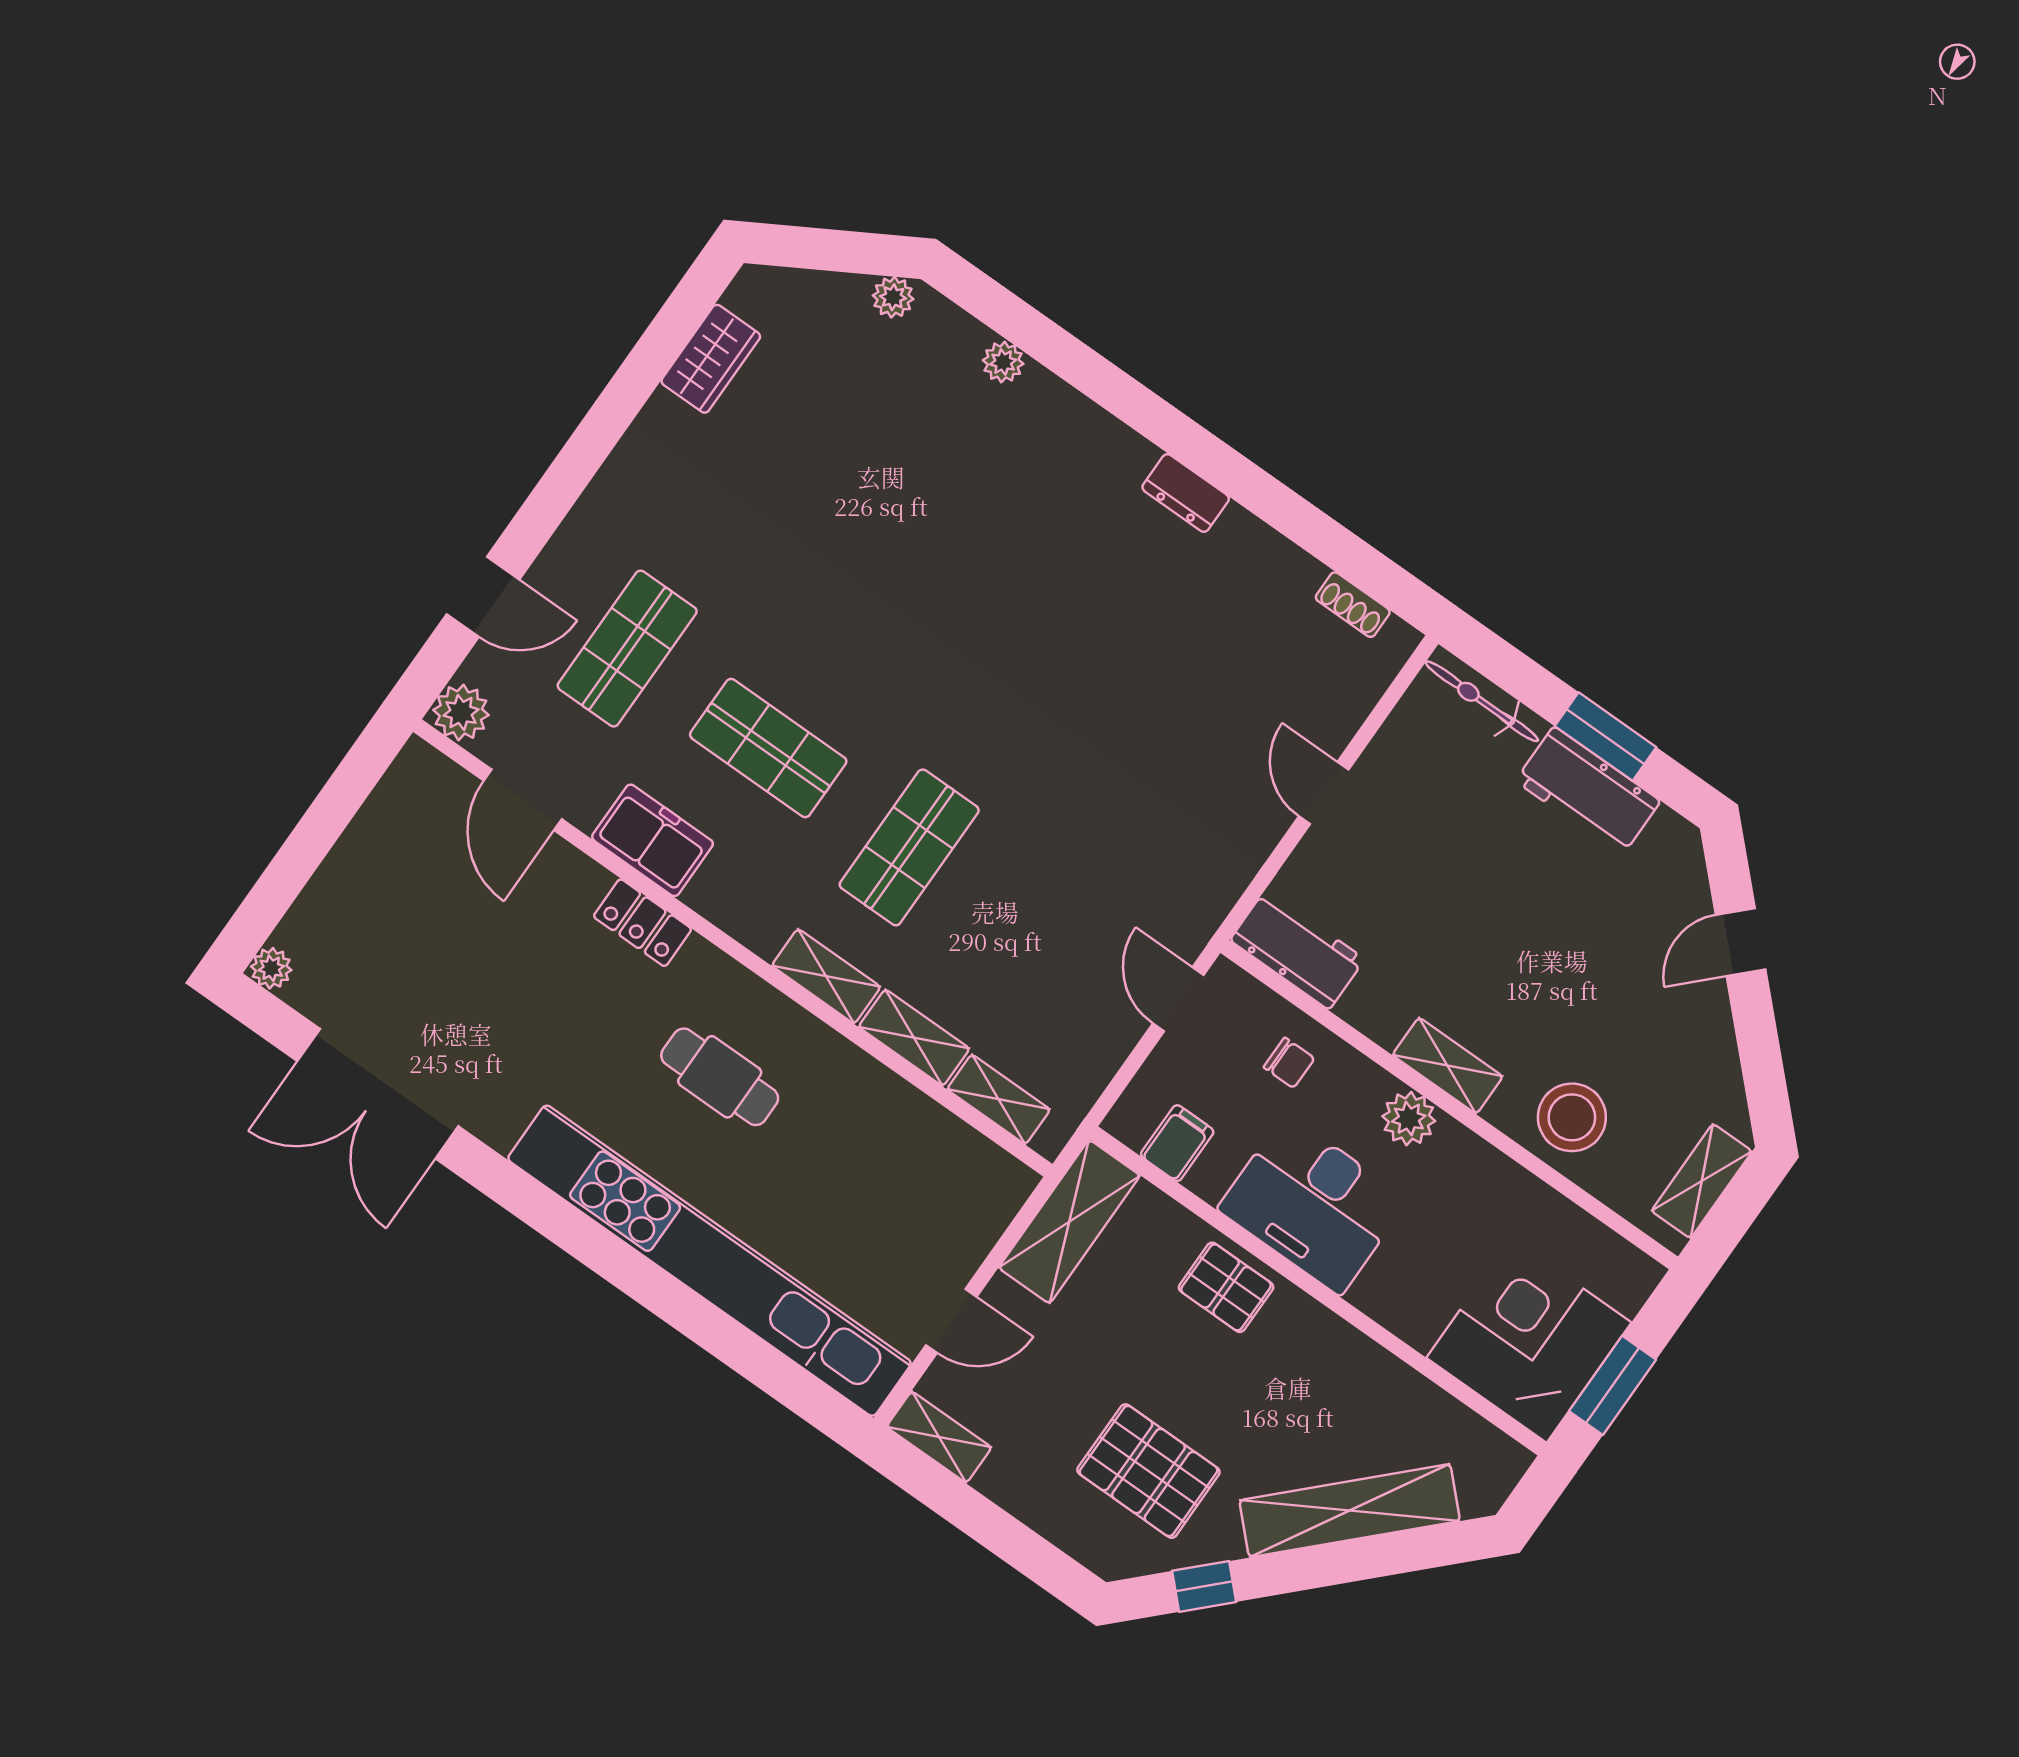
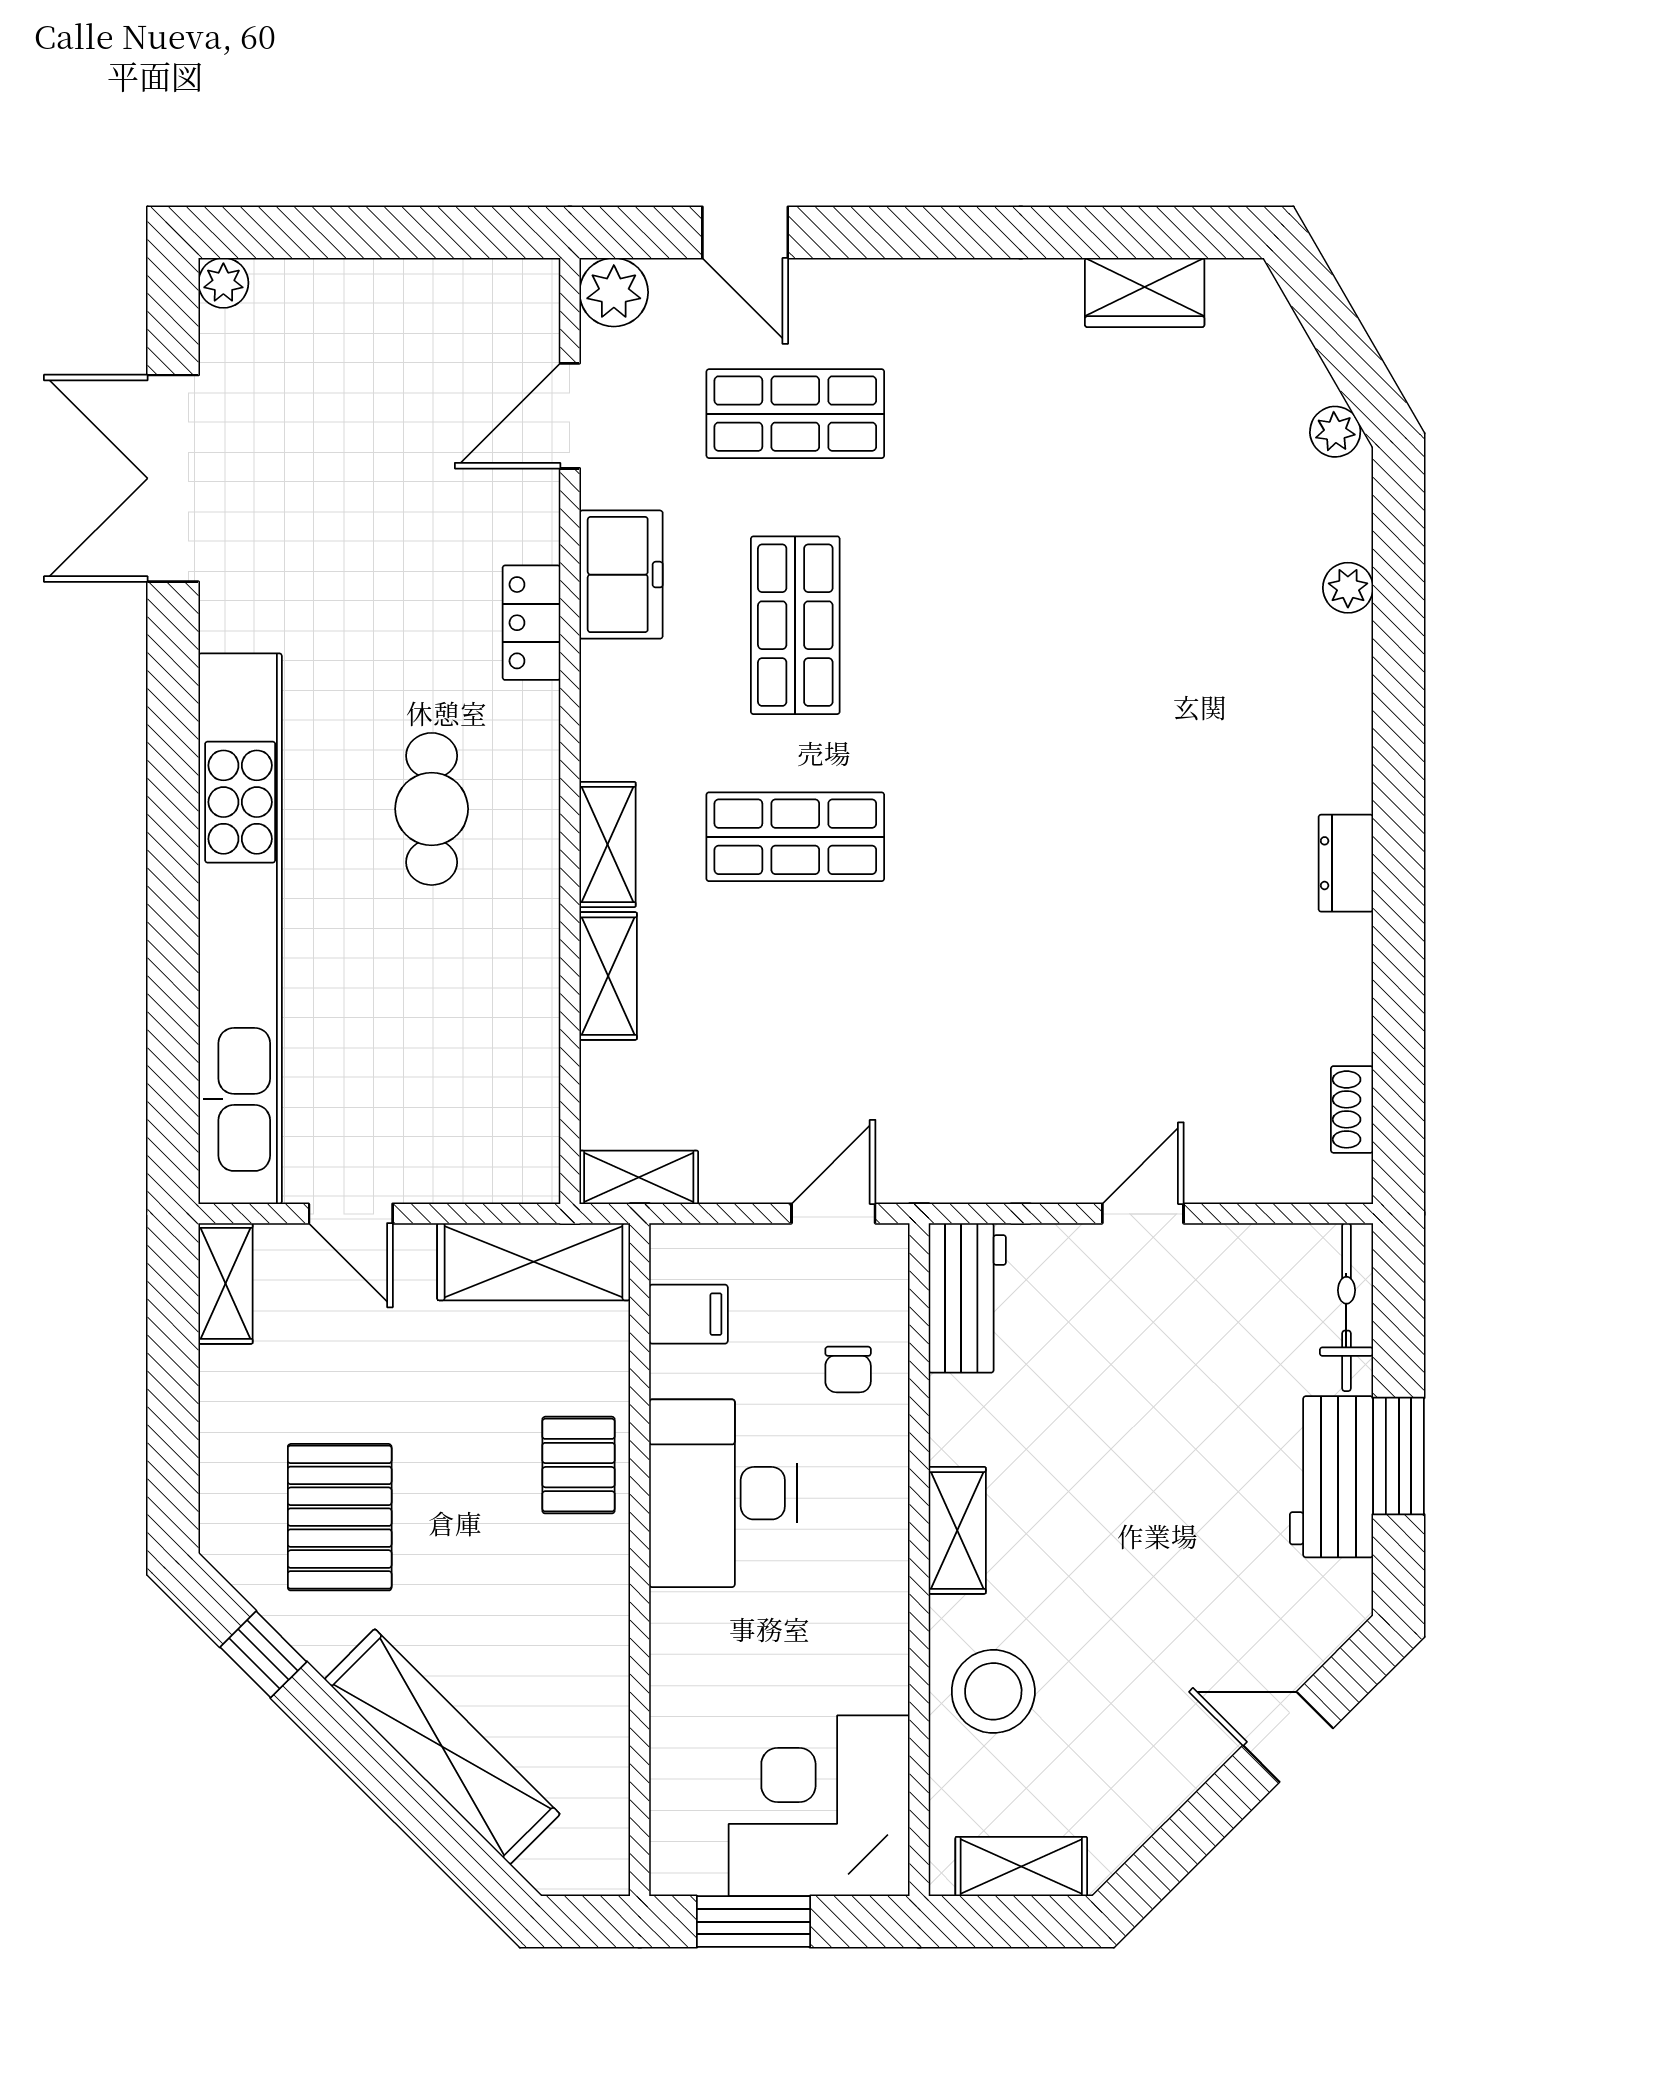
shelving: (999, 1099) -> (639, 1177), moved, turned 90
plant: (1409, 1119) -> (877, 1529), removed
corner desk: (1529, 1340) -> (819, 1806), moved, turned -90

